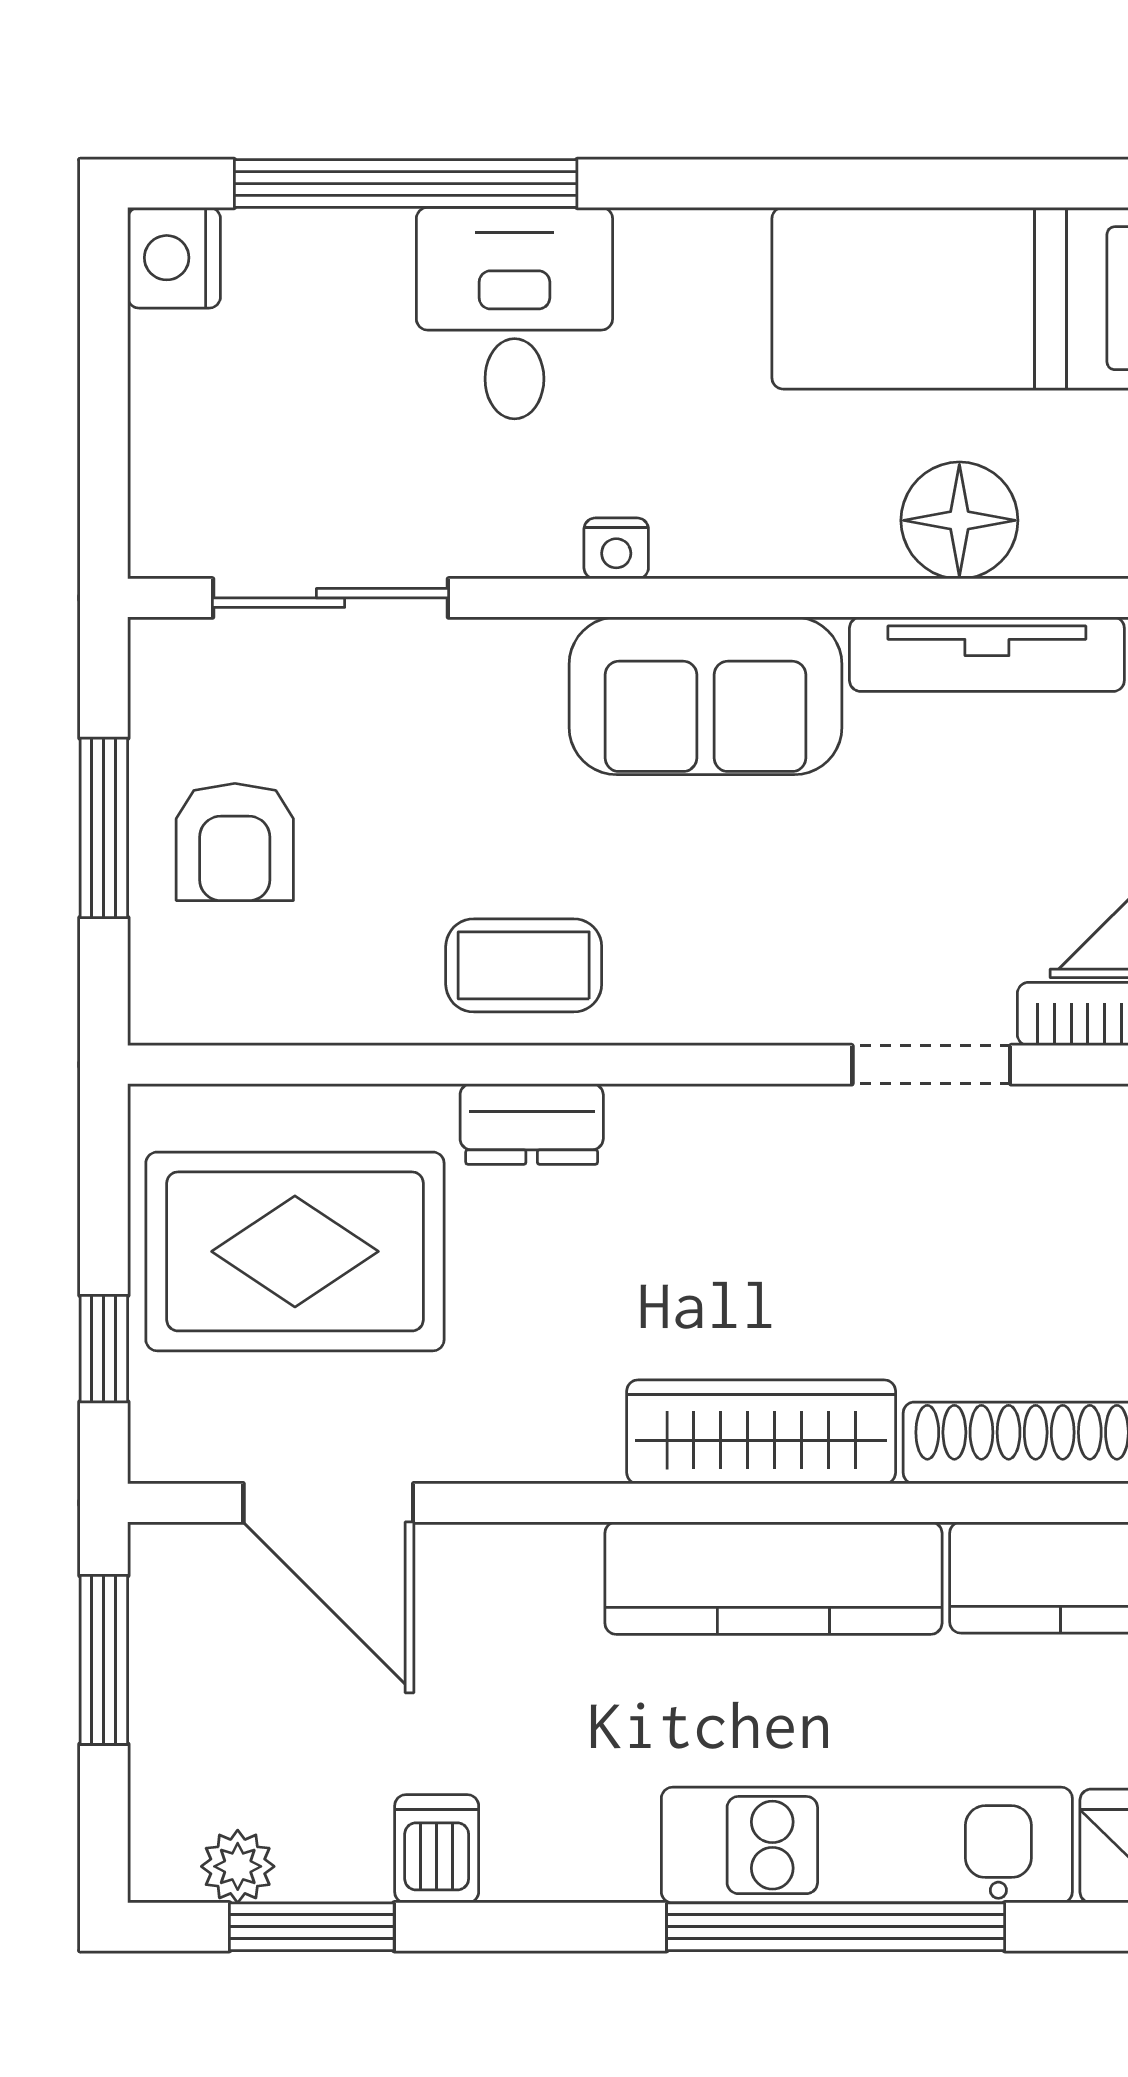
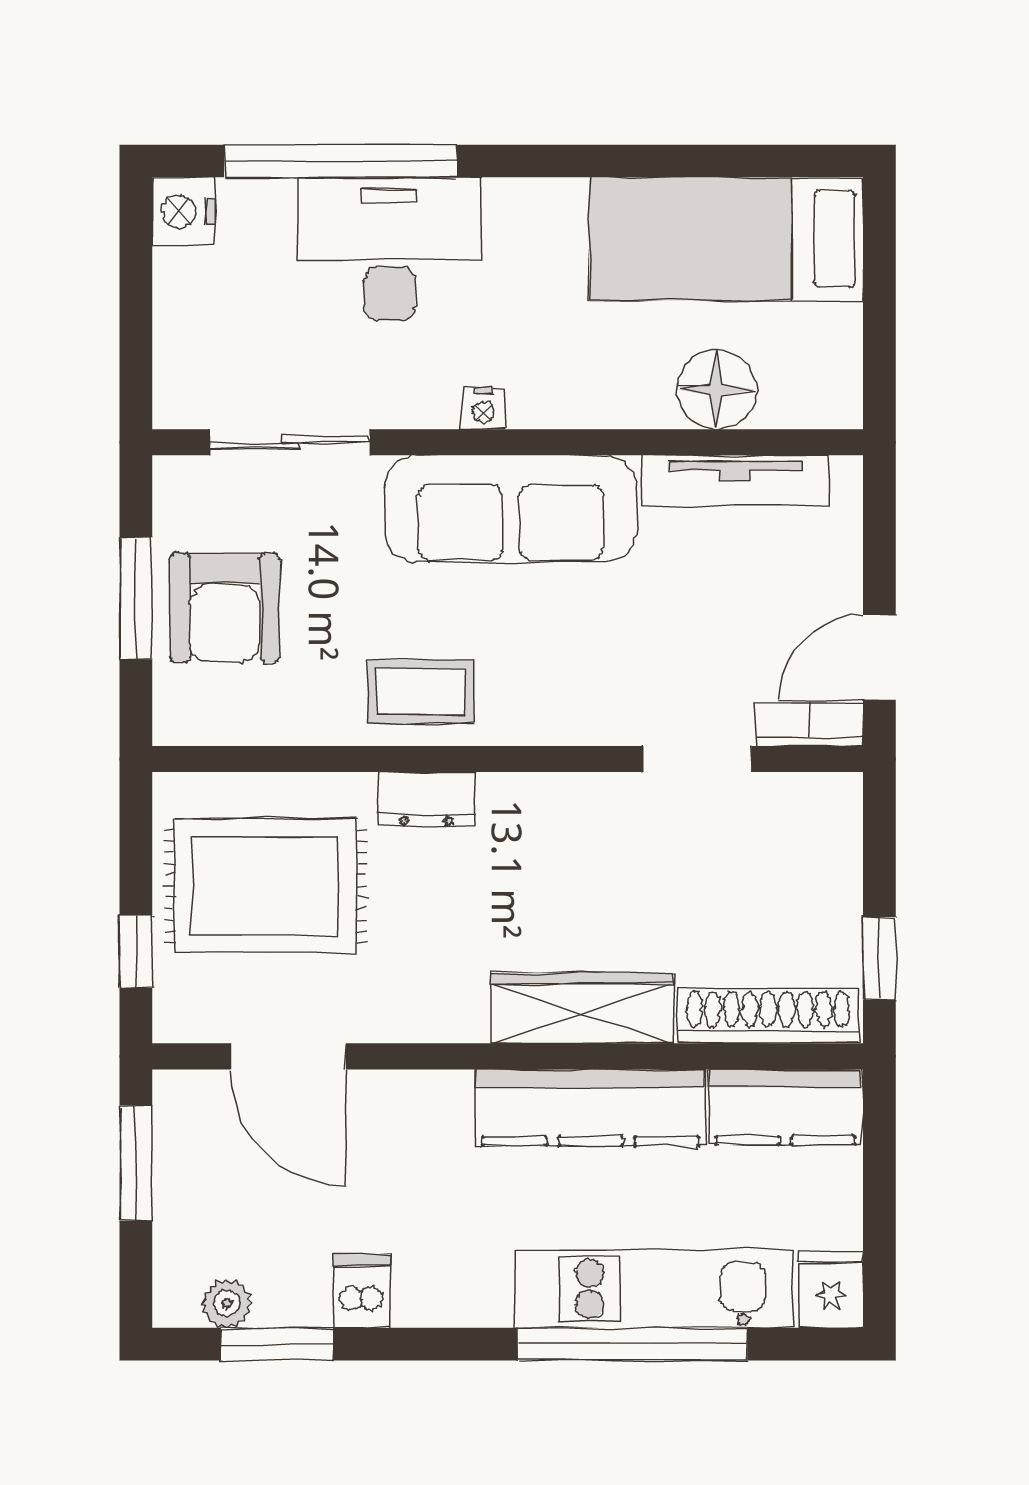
desk: (514, 313) -> (390, 249), width x1.37
sofa: (705, 696) -> (511, 509), width x1.36
armchair: (235, 842) -> (225, 608), width x1.38, depth x1.38

